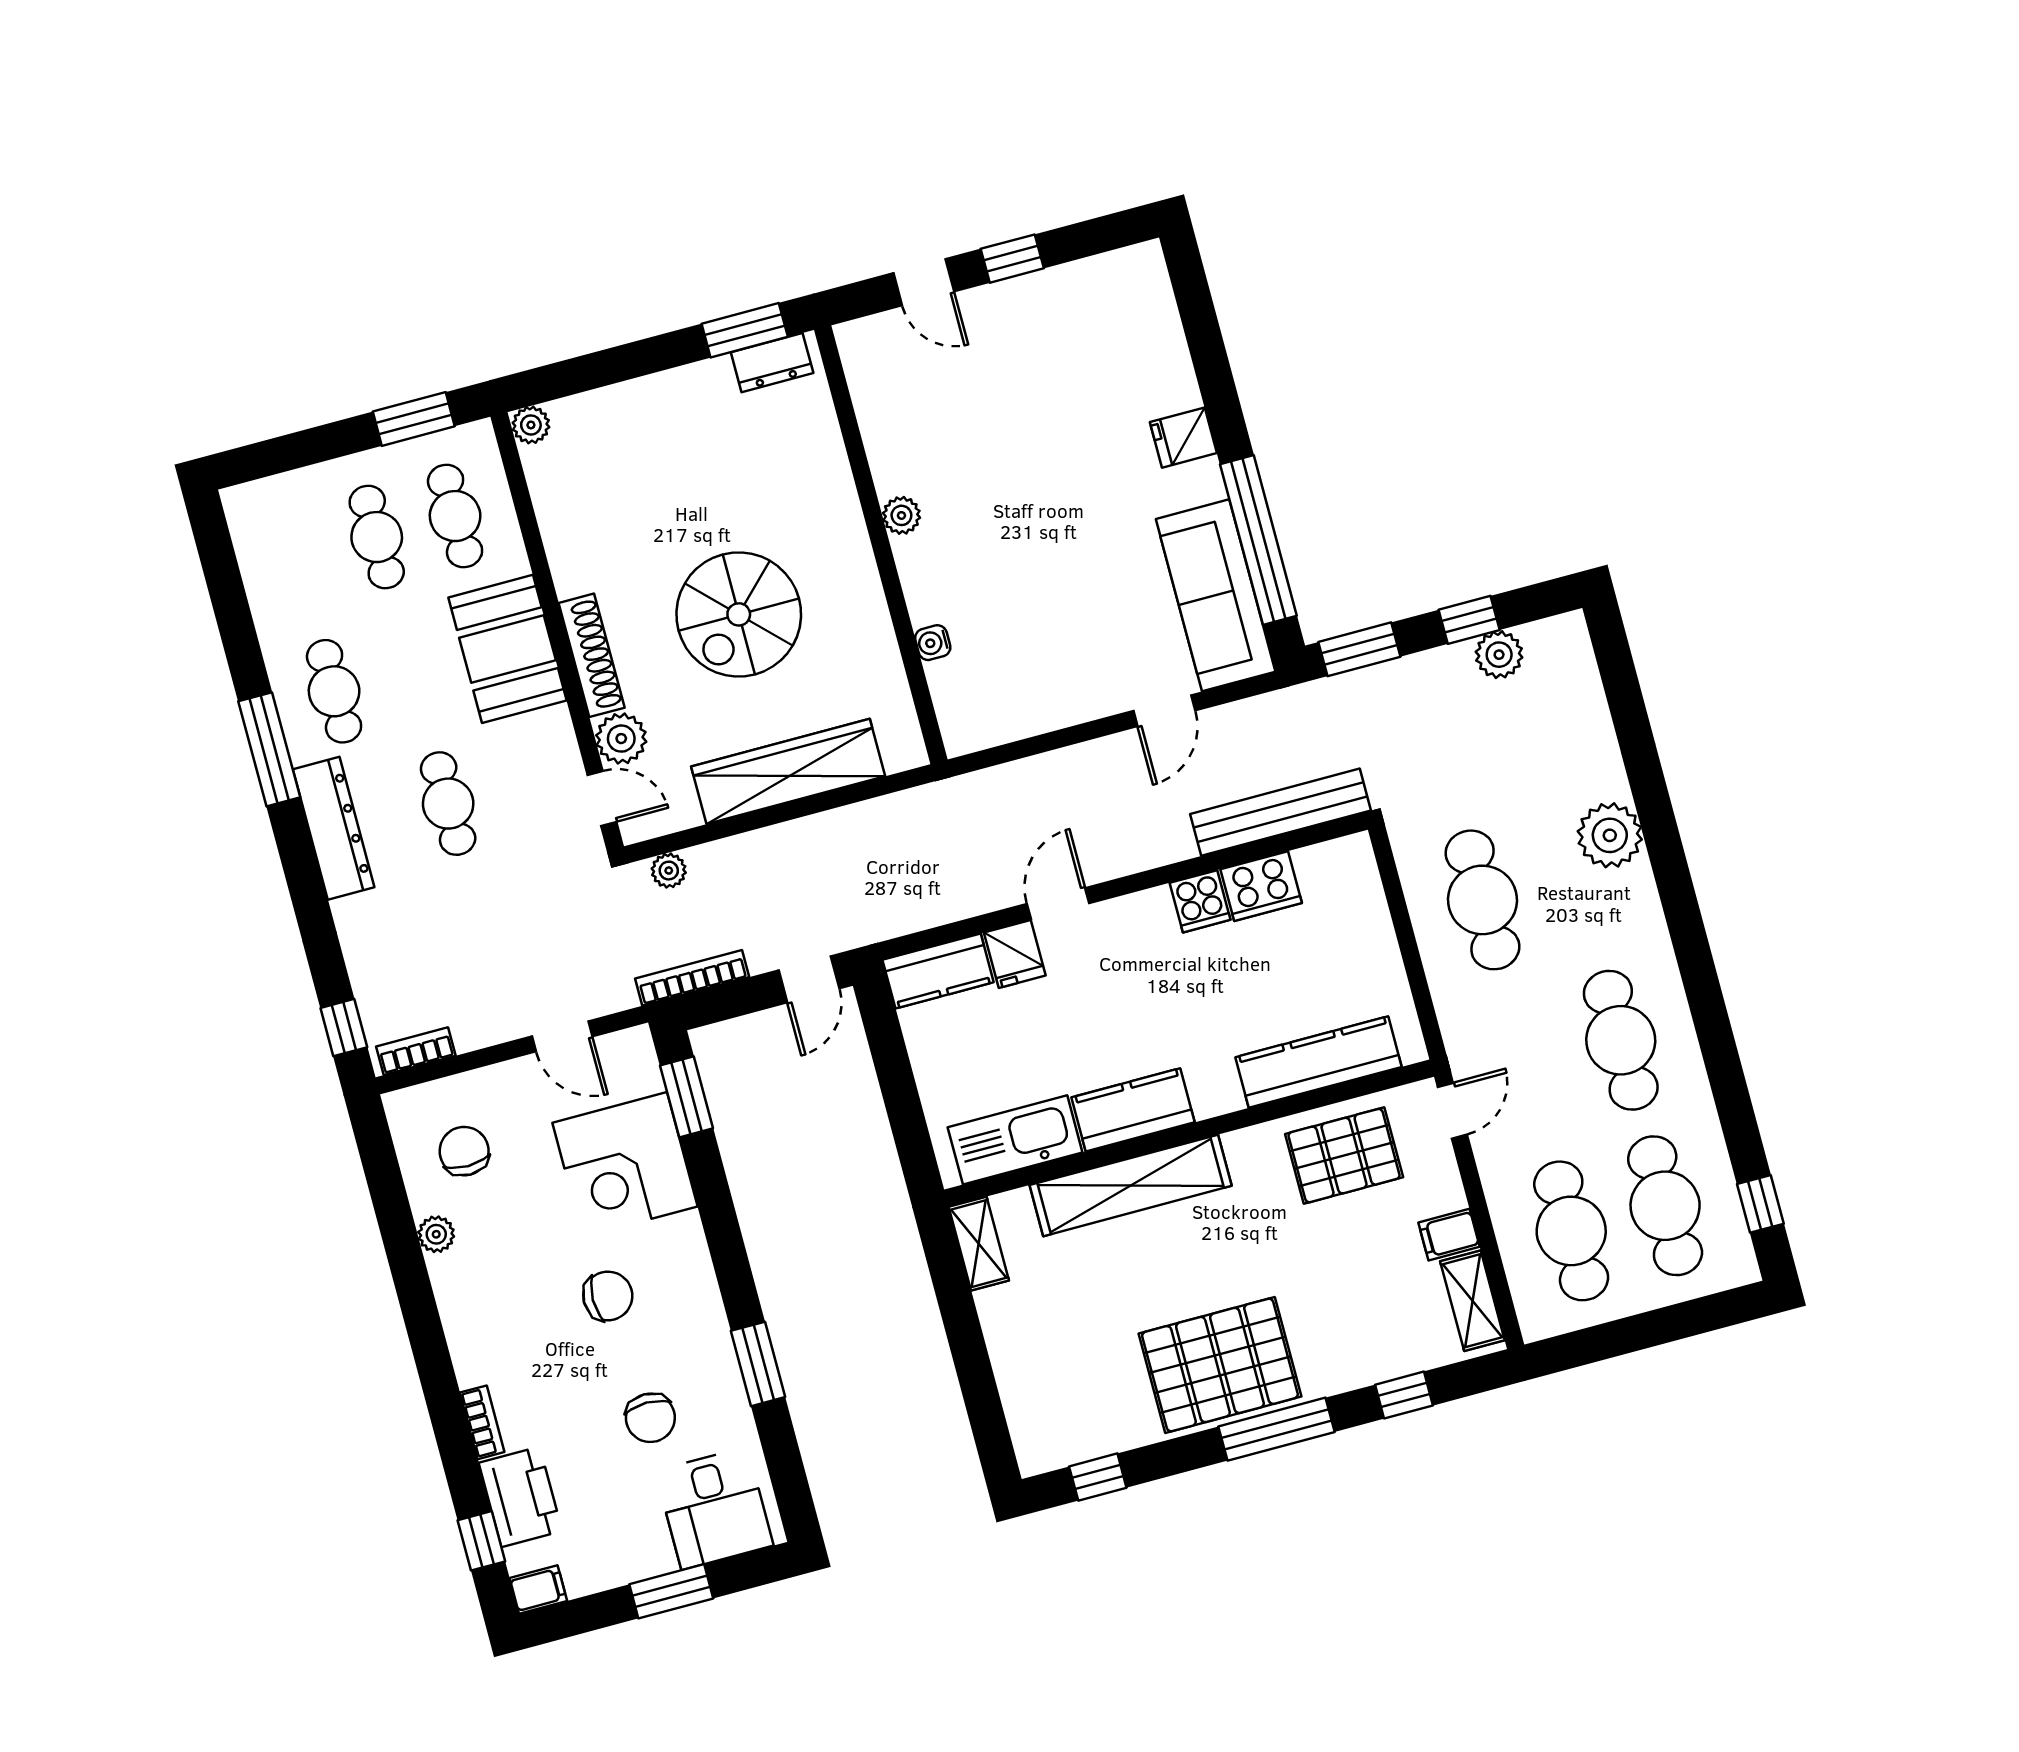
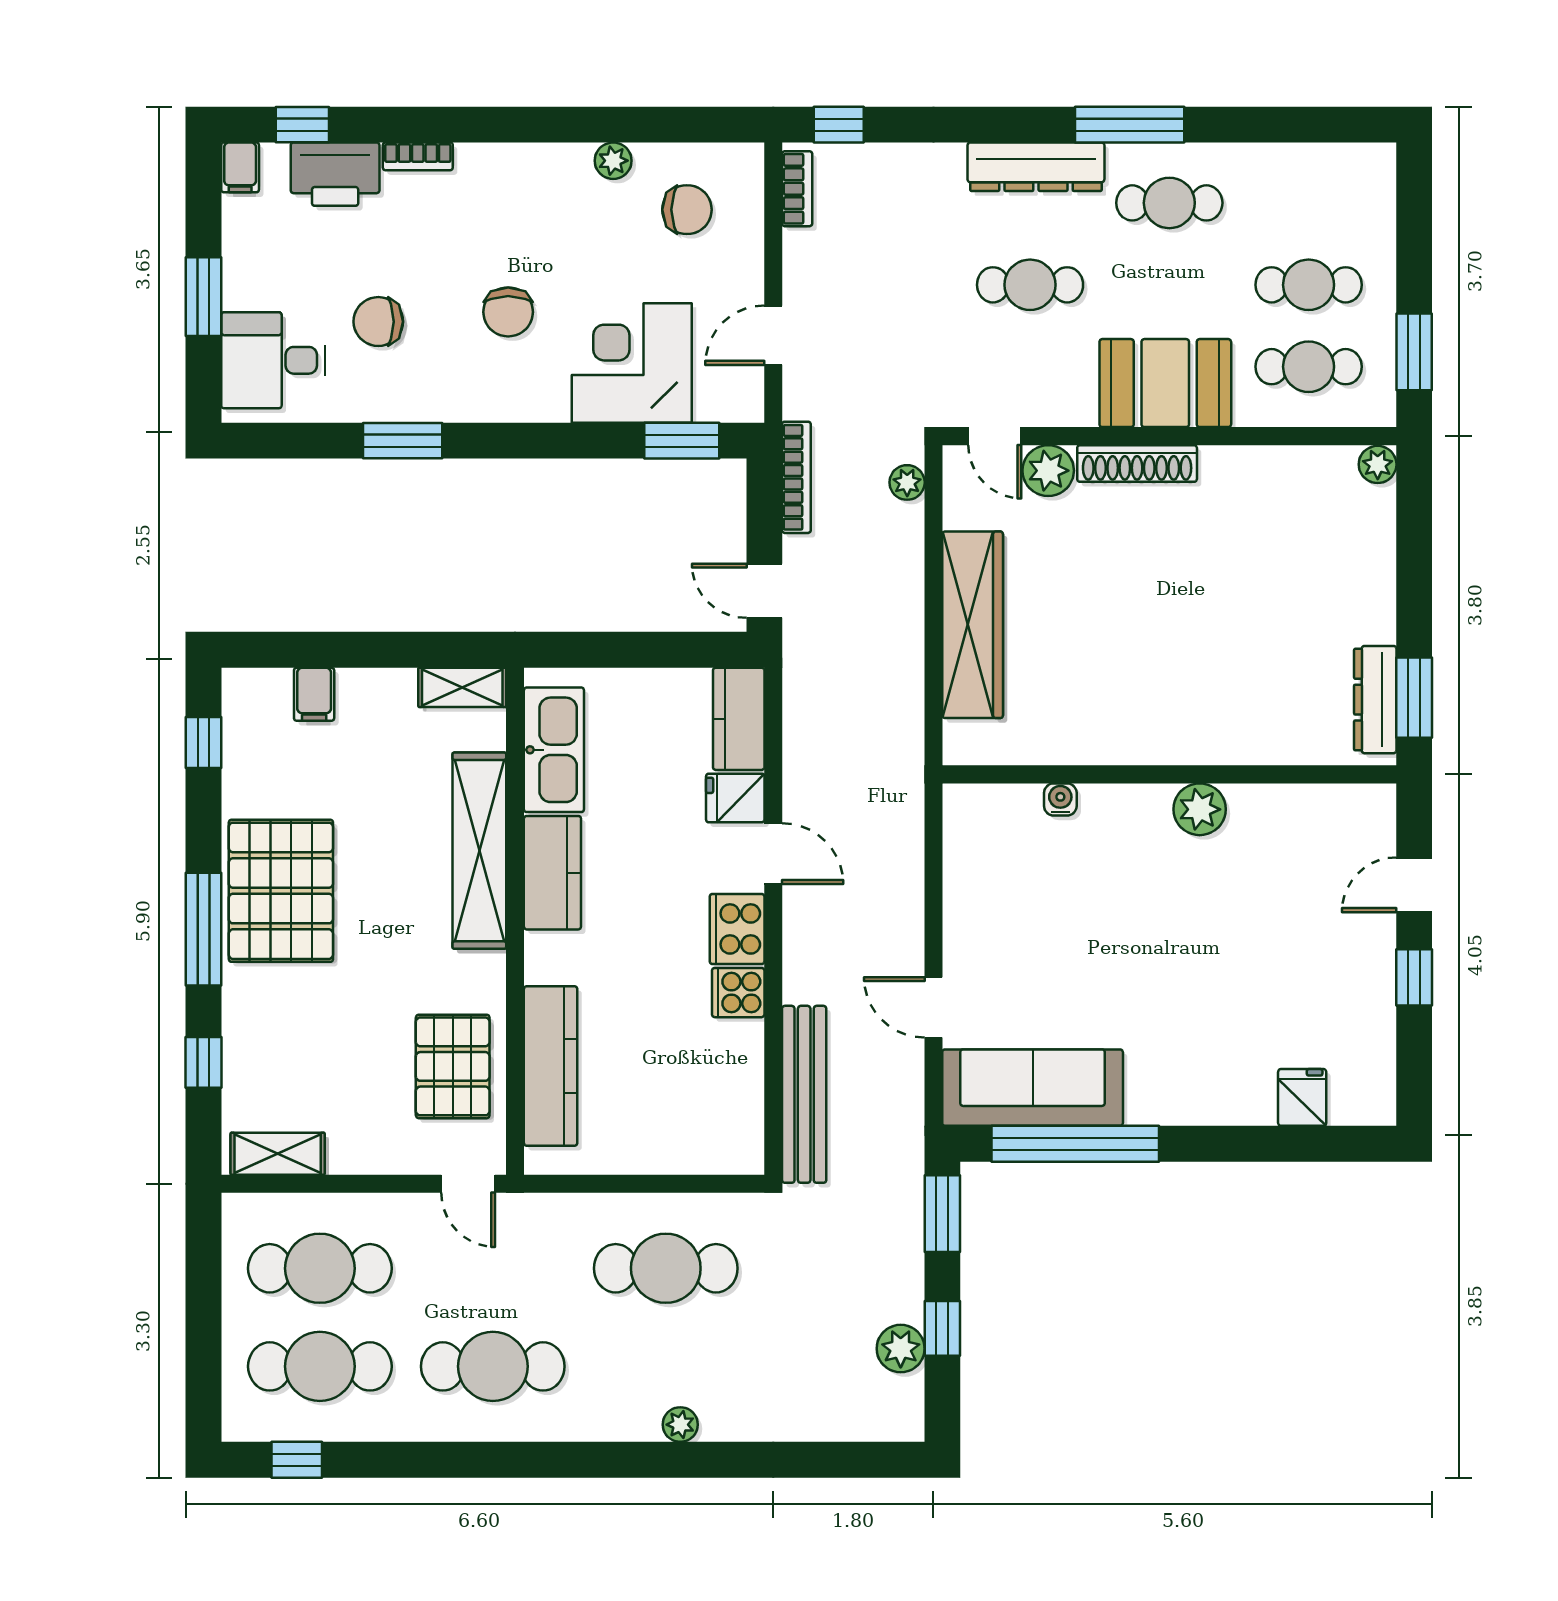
dresser: (772, 363) -> (1375, 700), width x1.44
fridge: (1183, 438) -> (1302, 1097), moved
plant: (901, 515) -> (1200, 809), width x1.38, depth x1.38
spiral stairs: (739, 614) -> (1139, 618), removed
door: (602, 798) -> (995, 436), hinge flipped
plant: (1610, 835) -> (680, 1425), width x0.53, depth x0.53
cooker: (1261, 886) -> (737, 929), moved
filing cabinet: (1449, 1235) -> (314, 694), moved, turned 180

